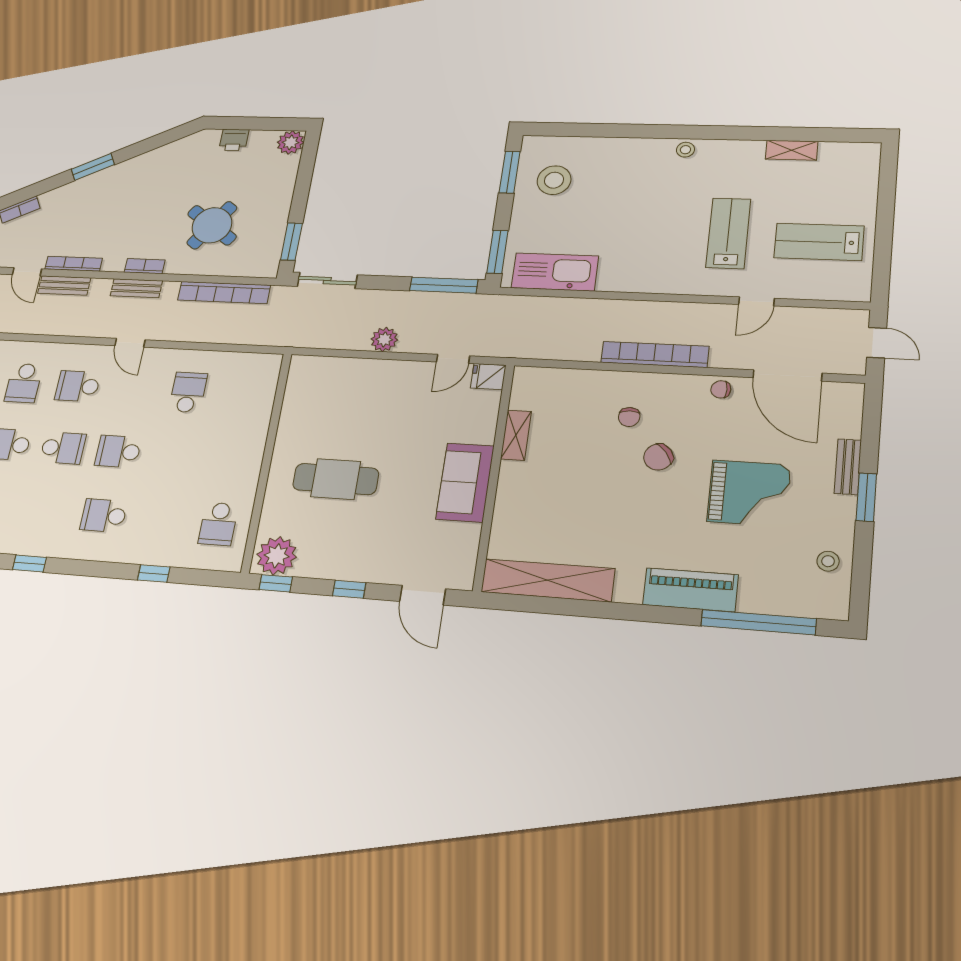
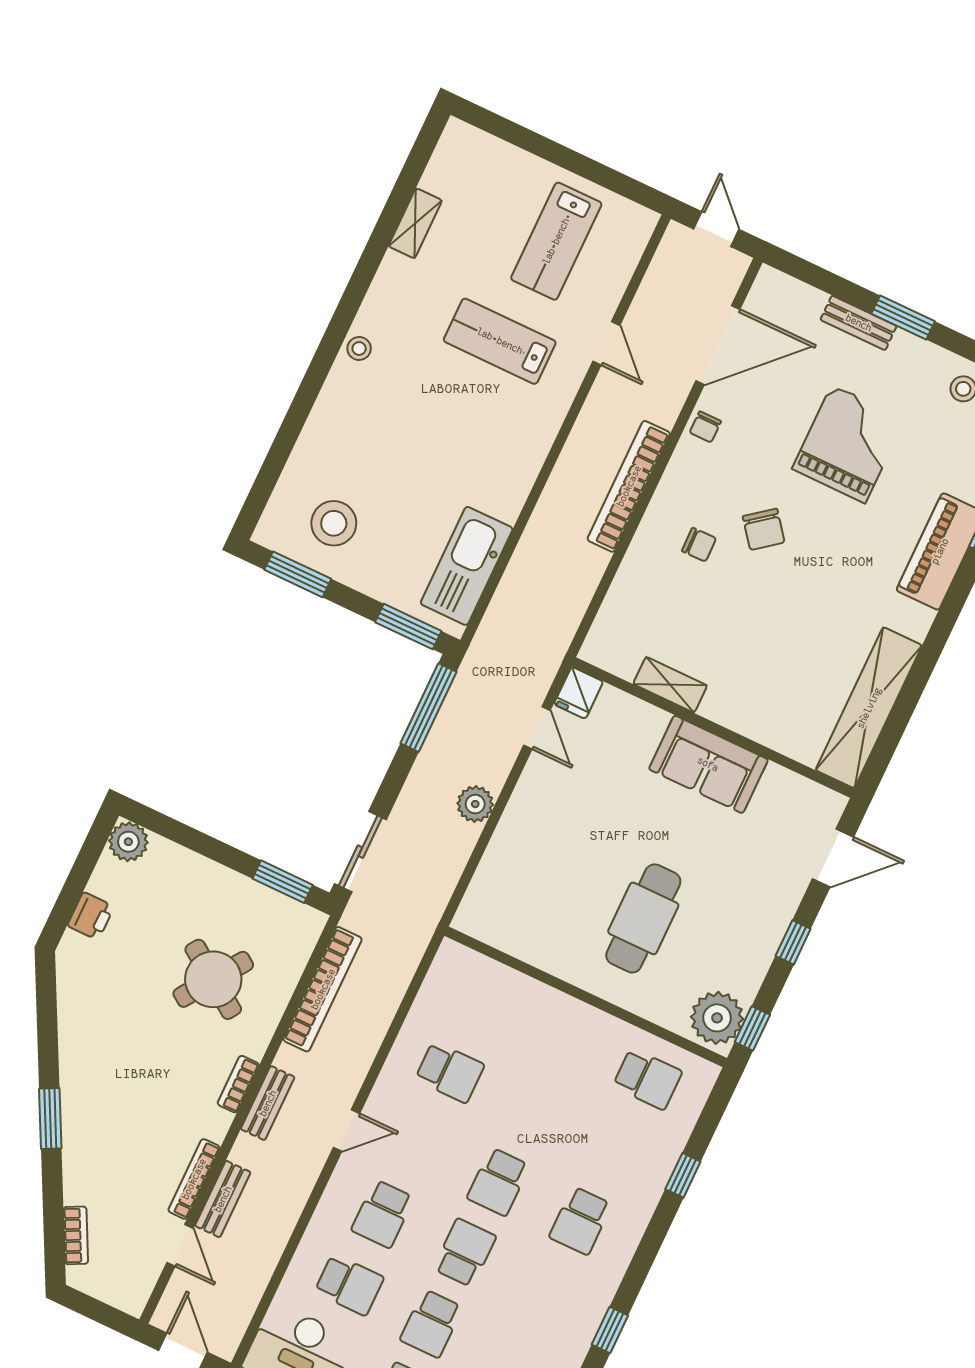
door: (27, 272) -> (180, 1245), hinge flipped
door: (877, 343) -> (716, 229), hinge flipped
school desk: (188, 392) -> (450, 1072), turned 180

